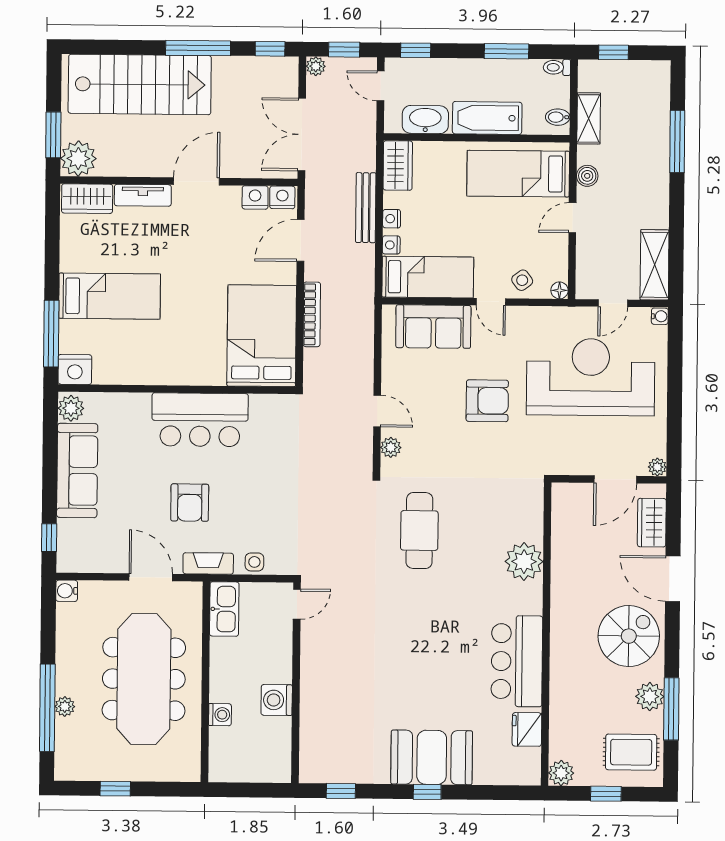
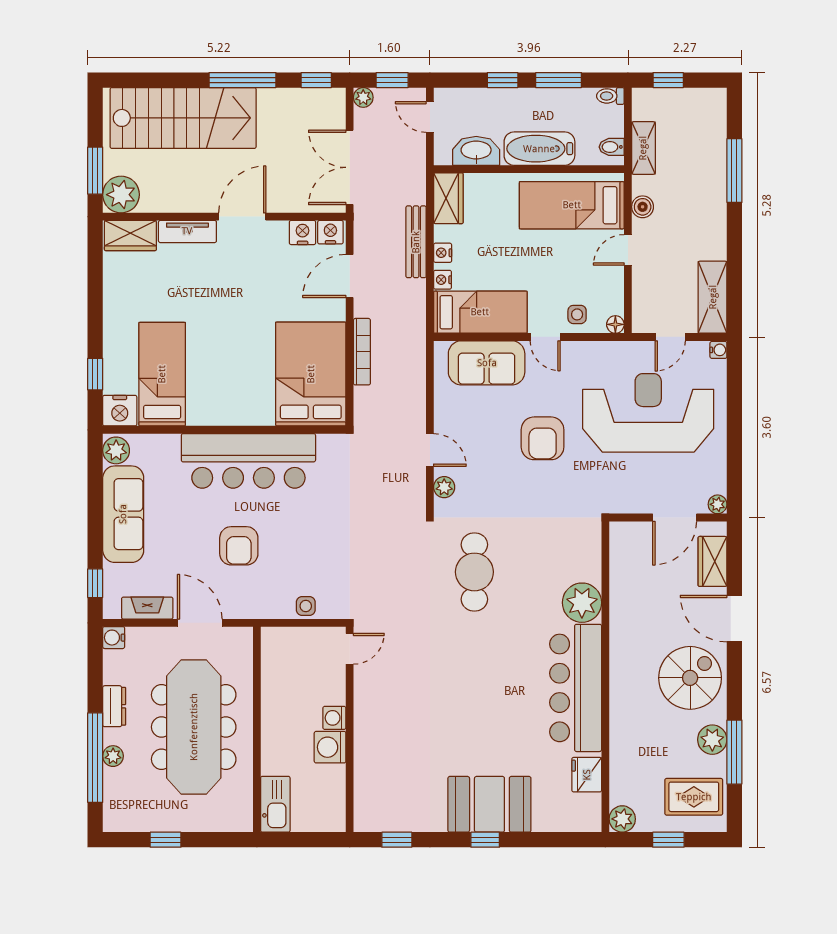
window: (416, 50) -> (503, 80), moved
side table: (522, 280) -> (577, 314), turned 37
bed: (110, 296) -> (162, 374), moved, turned -90
window: (51, 334) -> (95, 374), width x0.46
armchair: (487, 401) -> (543, 438), turned 90
bar counter: (200, 420) -> (248, 461), width x1.36
fireplace: (208, 564) -> (147, 608), moved
kitchen sink: (224, 609) -> (275, 804), moved
dresser: (66, 658) -> (114, 706), added
bar counter: (517, 661) -> (576, 688), width x1.36
washing machine: (220, 715) -> (334, 718), moved, turned 180

